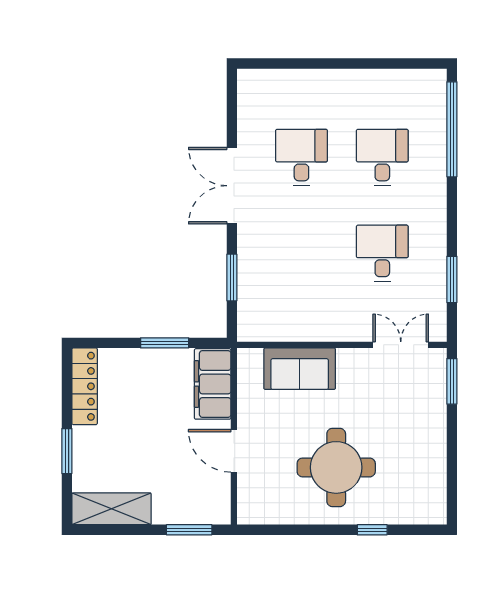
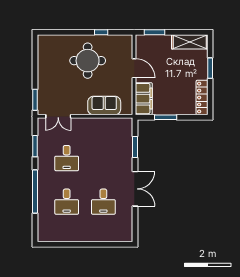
window: (452, 129) -> (35, 192), moved
window: (372, 530) -> (101, 32), moved

